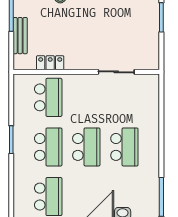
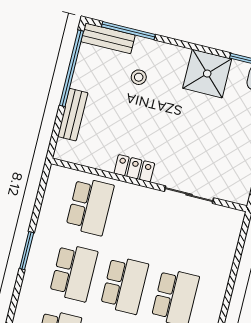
locker: (50, 63) -> (134, 168), moved

